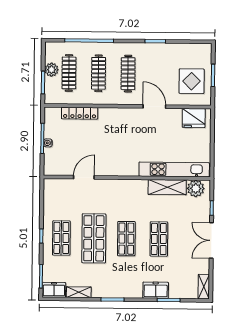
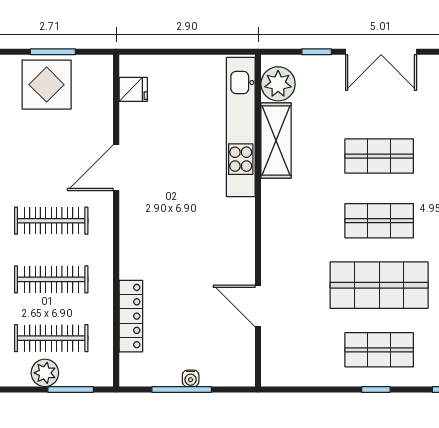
display table: (192, 81) -> (47, 85), moved
fridge: (194, 118) -> (133, 89), width x0.53, depth x0.75

